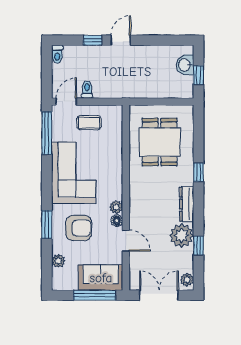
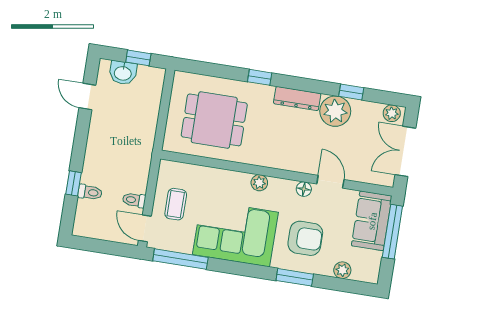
door: (121, 40) -> (87, 97), moved
toilet: (57, 54) -> (90, 192), moved
plant: (116, 207) -> (259, 183), moved
armchair: (79, 228) -> (305, 238), turned 90
door: (126, 241) -> (330, 182), hinge flipped

